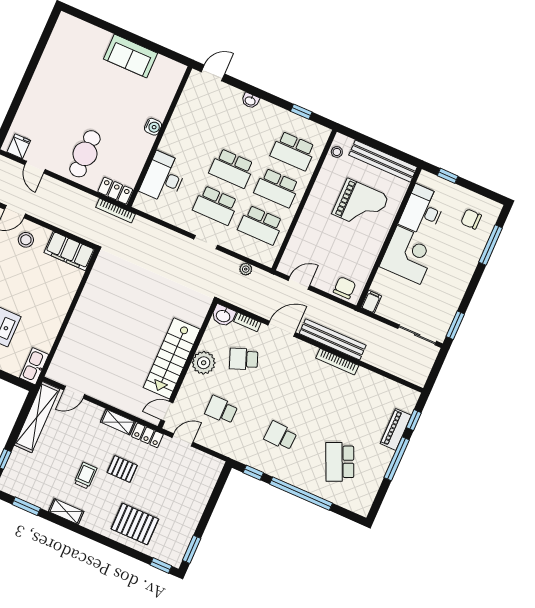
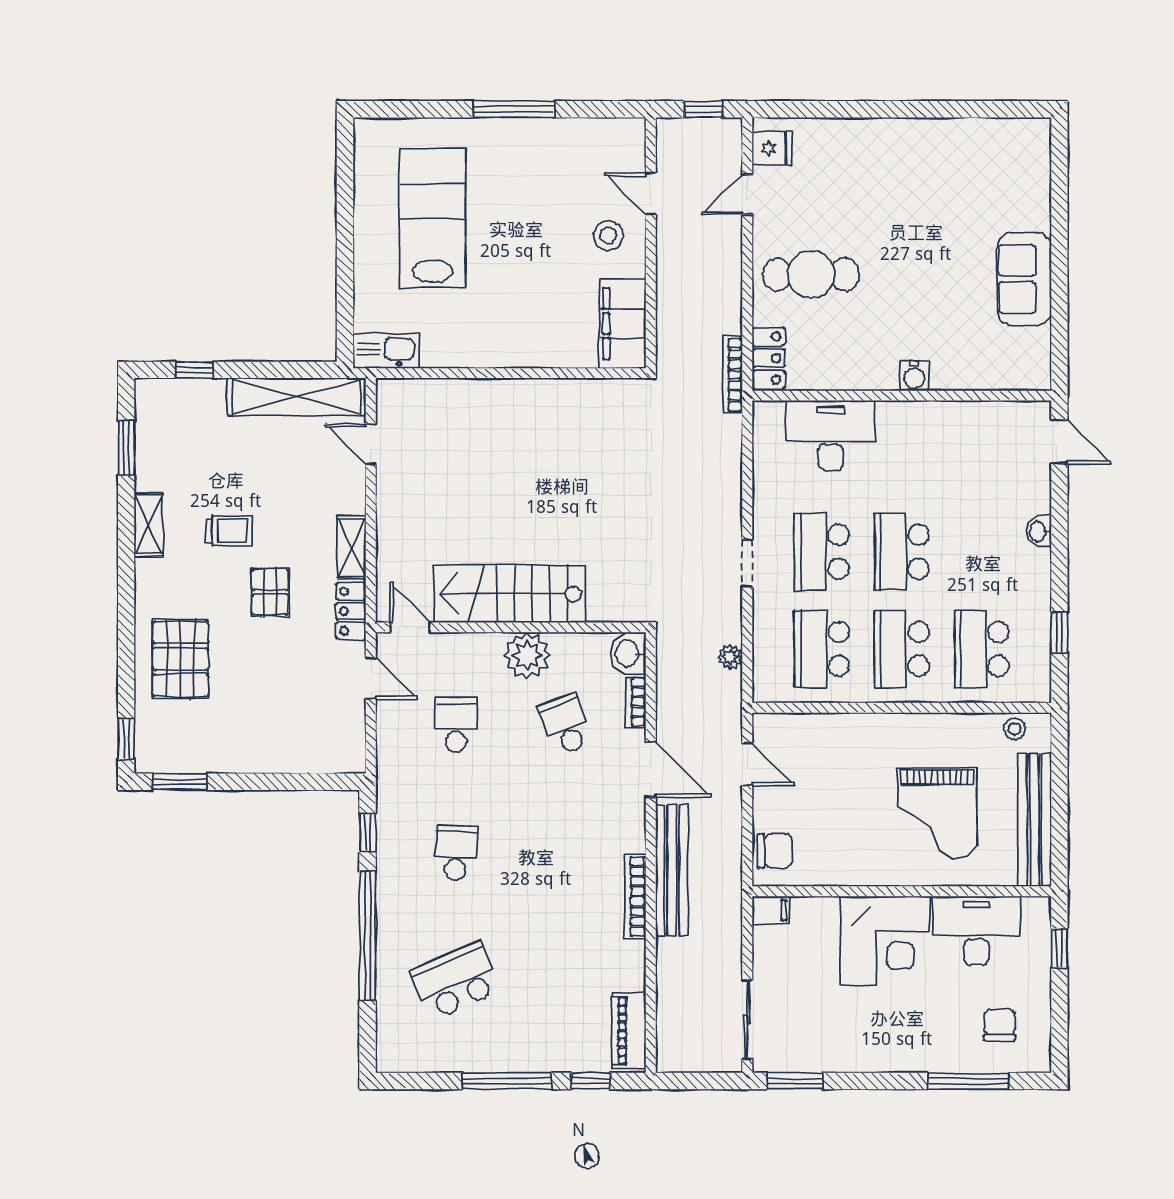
piano: (396, 429) -> (629, 1031), moved, turned -90

